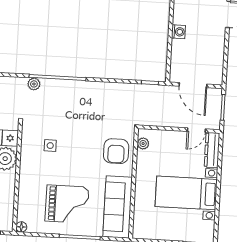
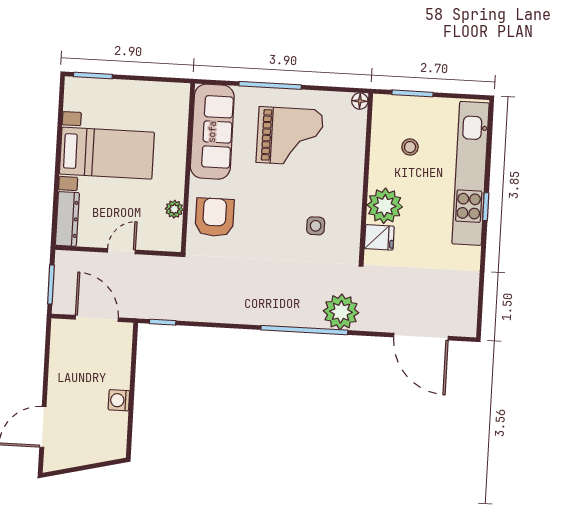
plant: (34, 84) -> (341, 312), width x1.88, depth x1.88
door: (196, 130) -> (121, 251), moved
plant: (143, 144) -> (174, 209), moved
grand piano: (67, 204) -> (290, 136), turned 180

